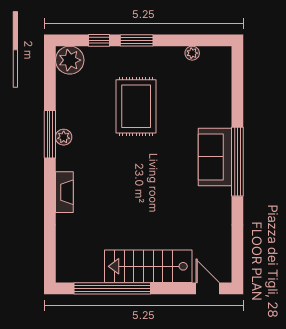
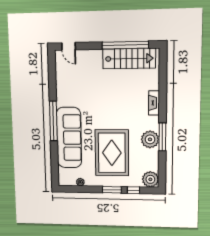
rug: (136, 106) -> (112, 153), width x1.37, depth x1.44
plant: (64, 137) -> (150, 139), width x1.87, depth x1.87
sofa: (215, 157) -> (69, 138), width x1.85, depth x1.27
stairs: (148, 266) -> (129, 59), moved

